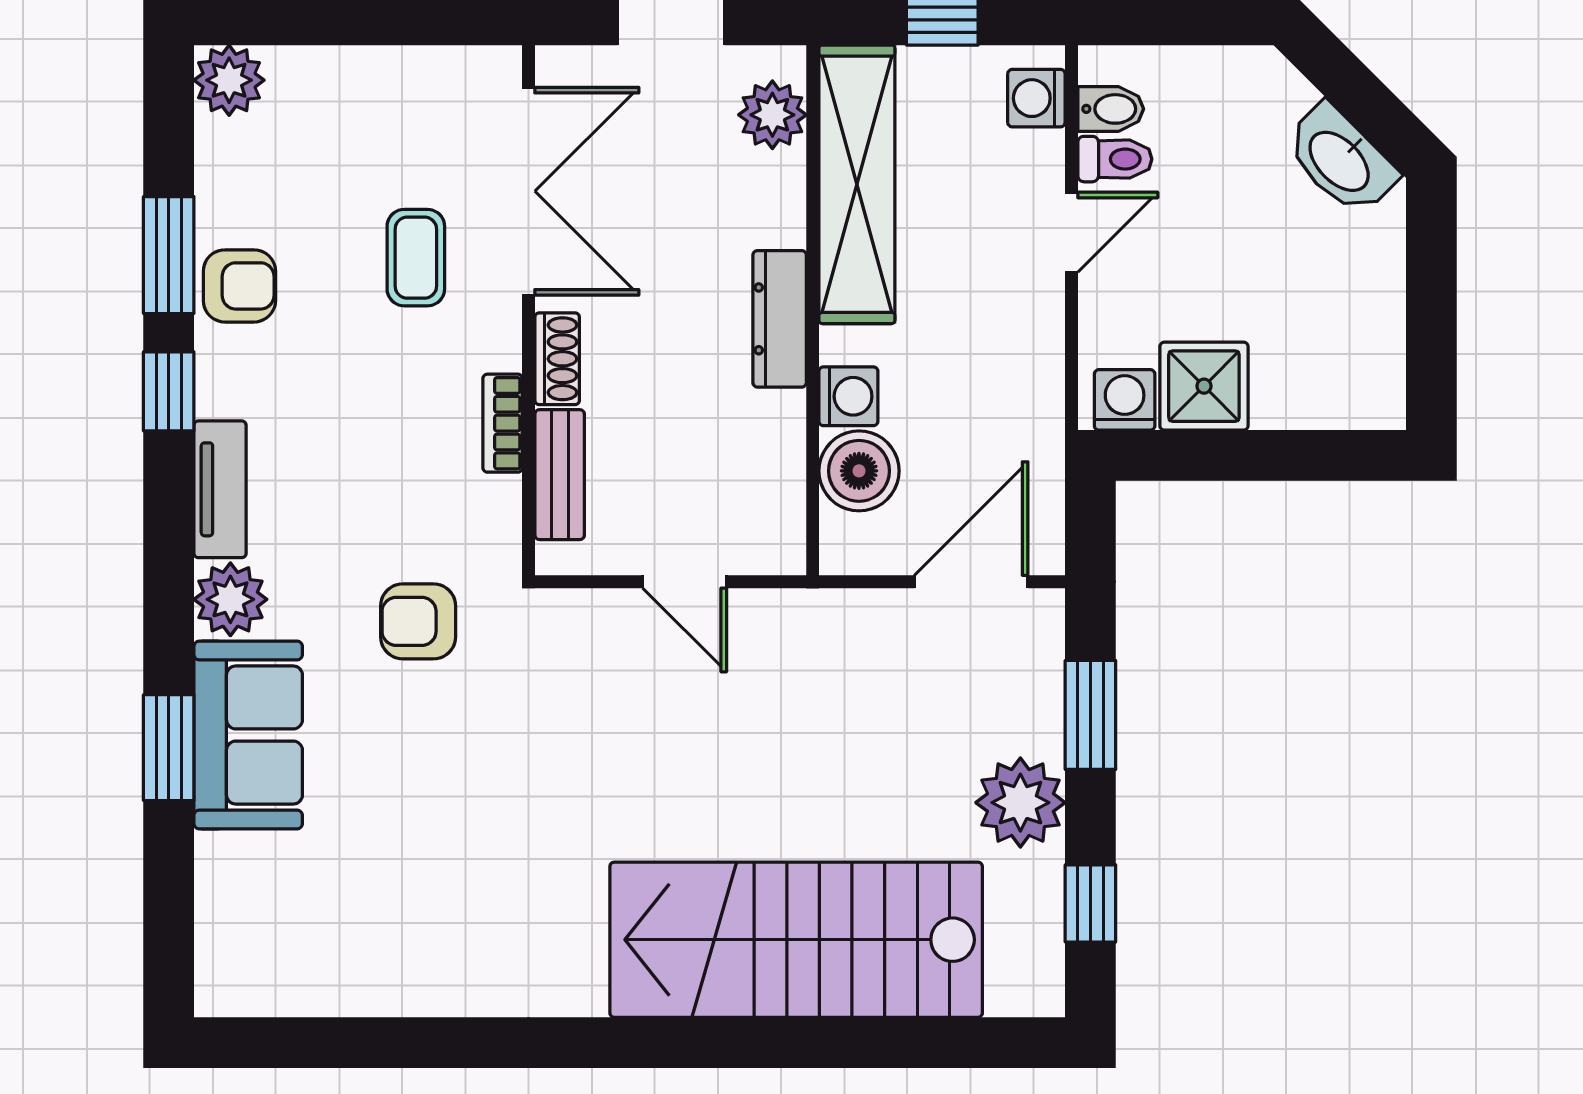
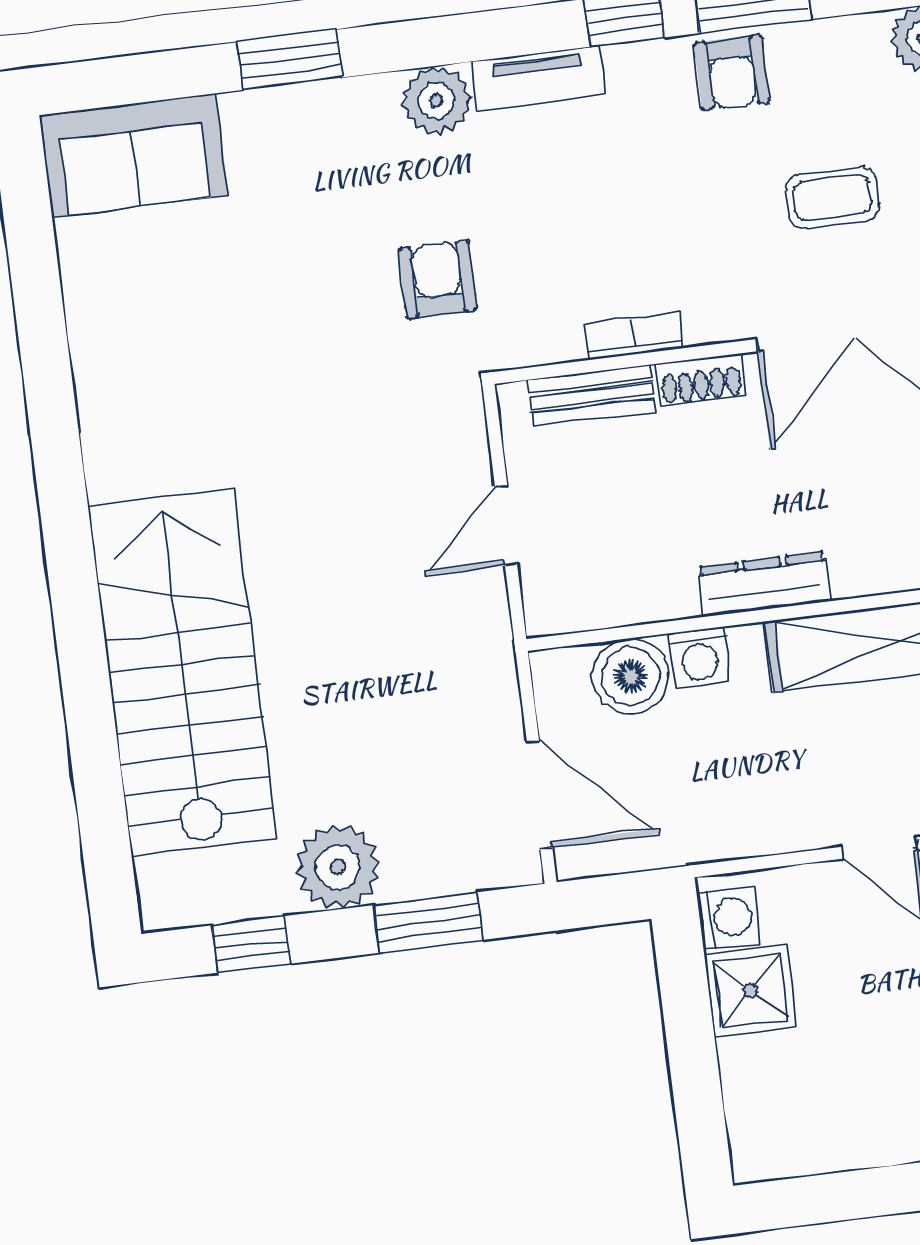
coffee table: (416, 258) -> (833, 197), moved
sofa: (248, 735) -> (134, 155), moved

